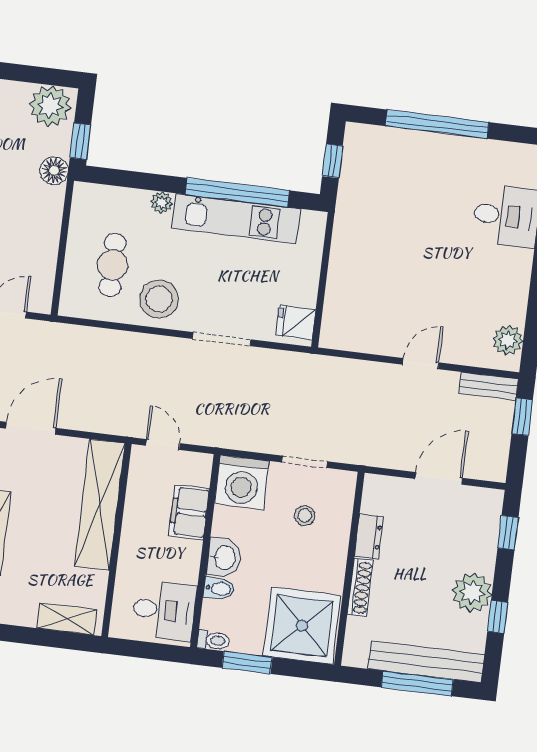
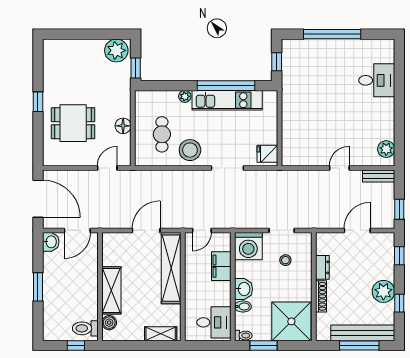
floor lamp: (54, 171) -> (123, 126), moved
window: (522, 417) -> (399, 209), moved
door: (31, 428) -> (146, 230), moved
door: (163, 444) -> (202, 230), swing flipped

